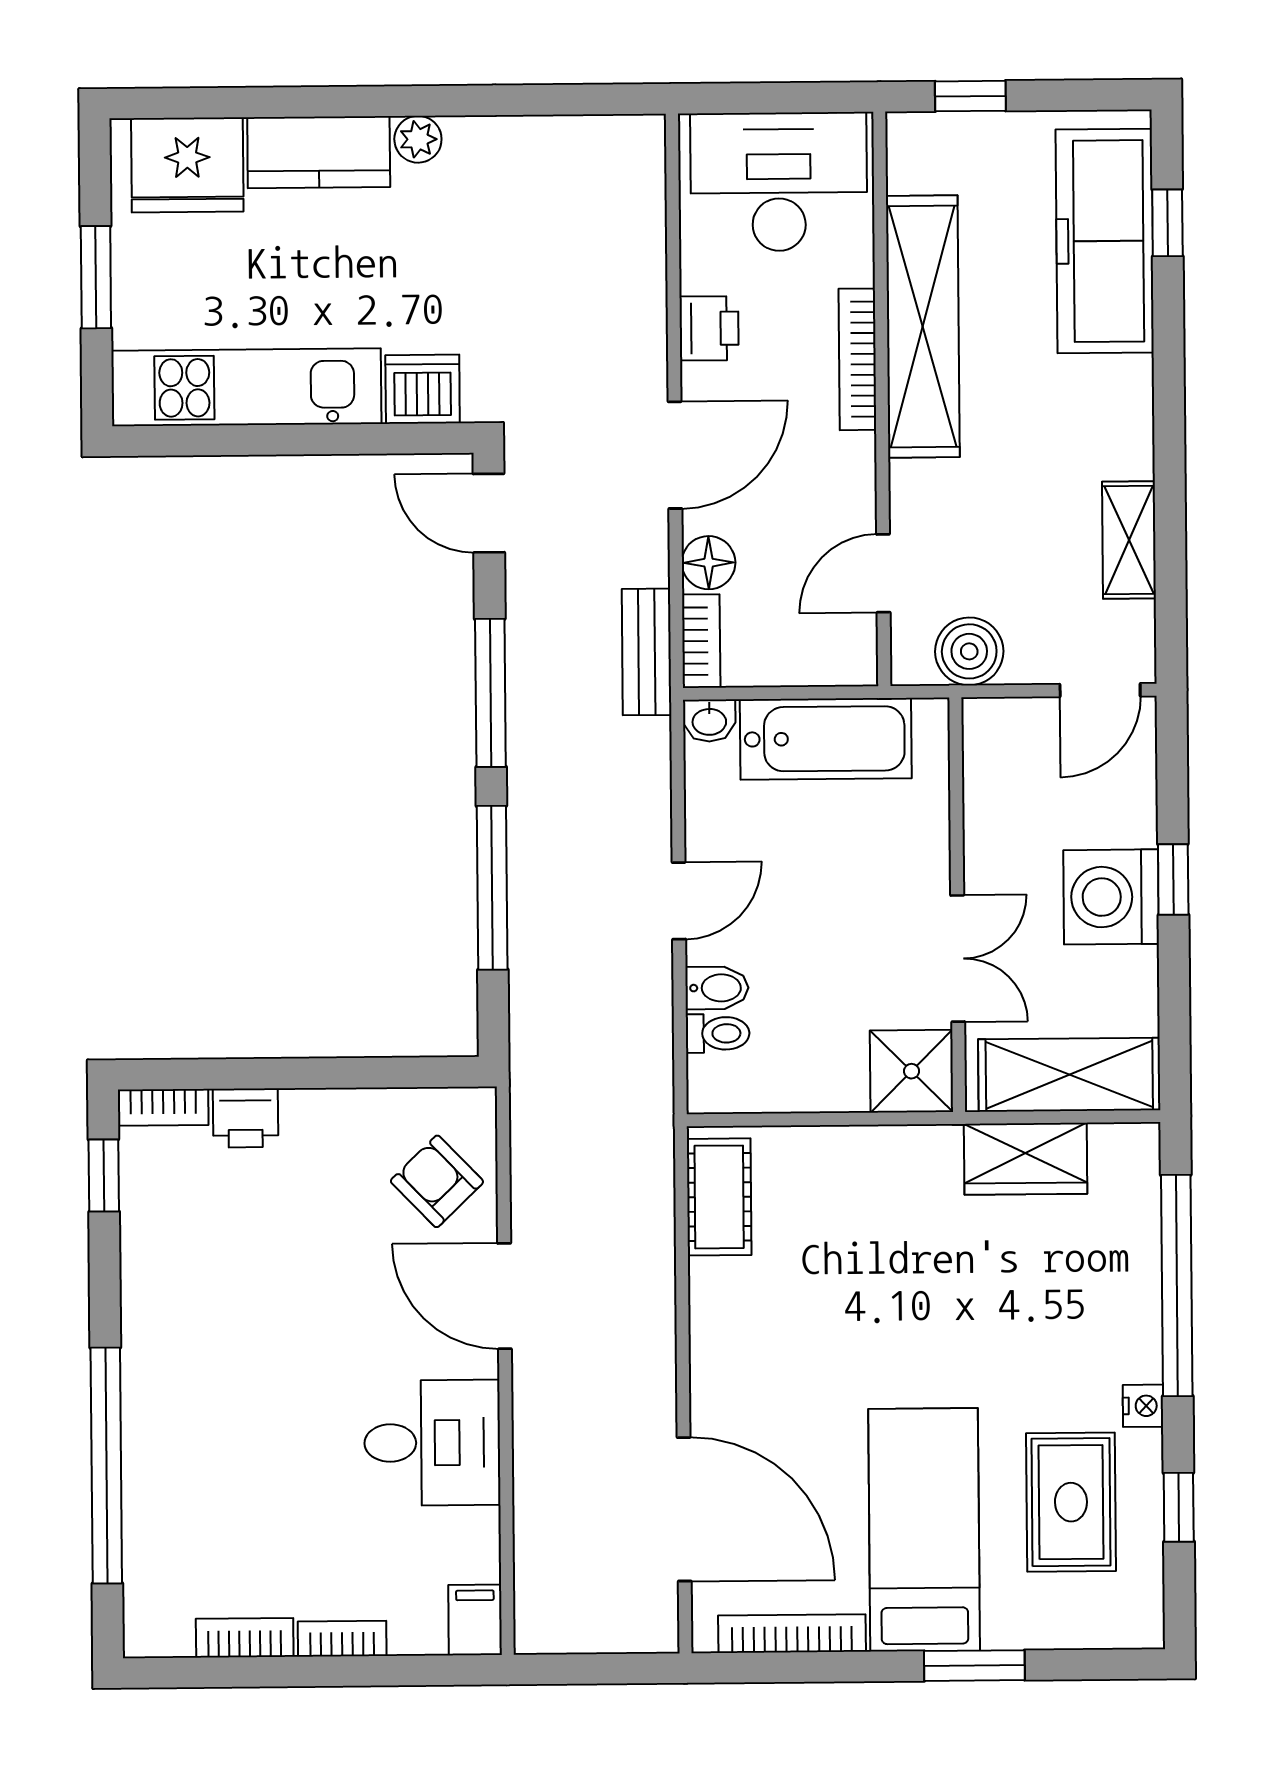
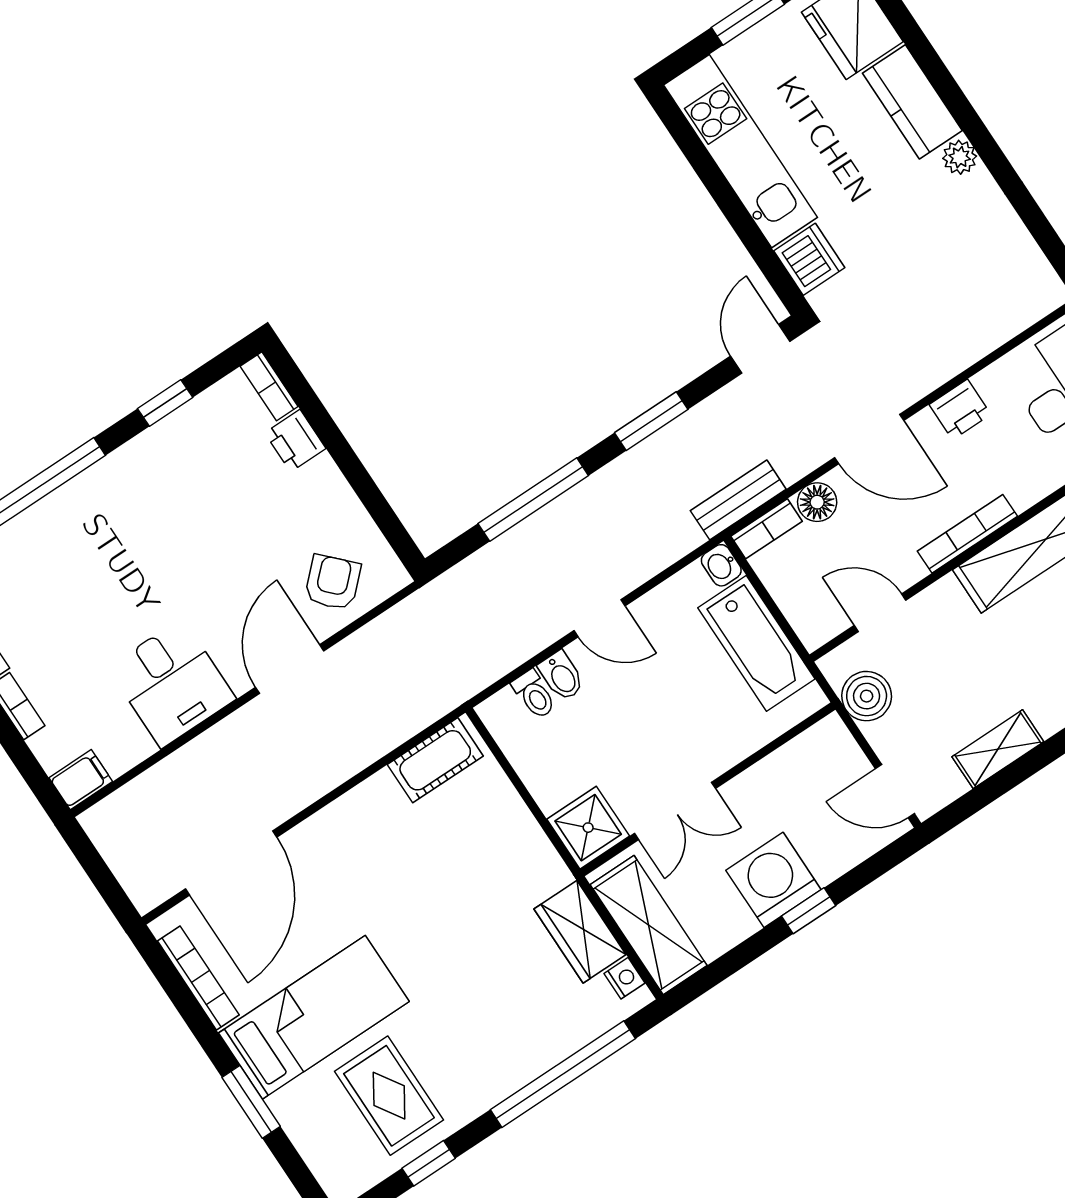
bookcase: (857, 359) -> (967, 534), moved
window: (490, 693) -> (651, 421), width x0.69
window: (104, 1175) -> (165, 403), moved
nightstand: (1143, 1406) -> (625, 978), moved, turned -90
rug: (1071, 1502) -> (389, 1096), turned 90

